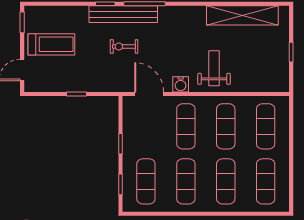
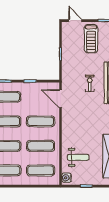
weight bench: (214, 68) -> (78, 157), moved
water cooler: (181, 84) -> (66, 178), moved
door: (149, 94) -> (61, 99), swing flipped

